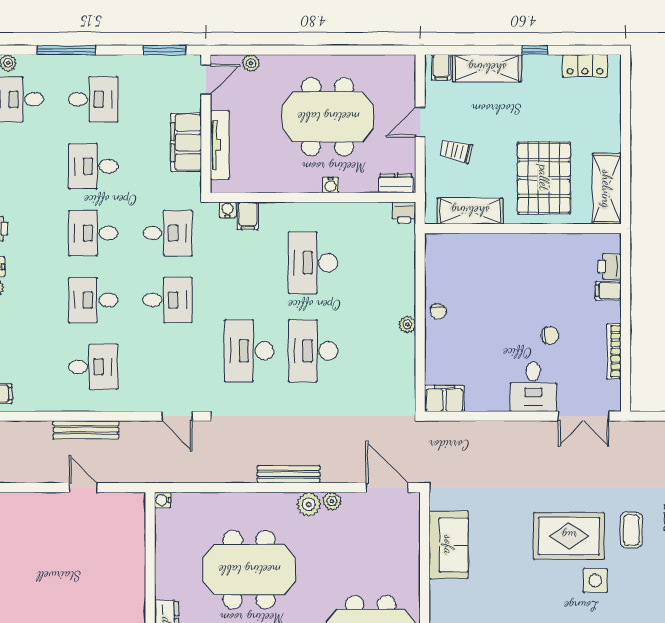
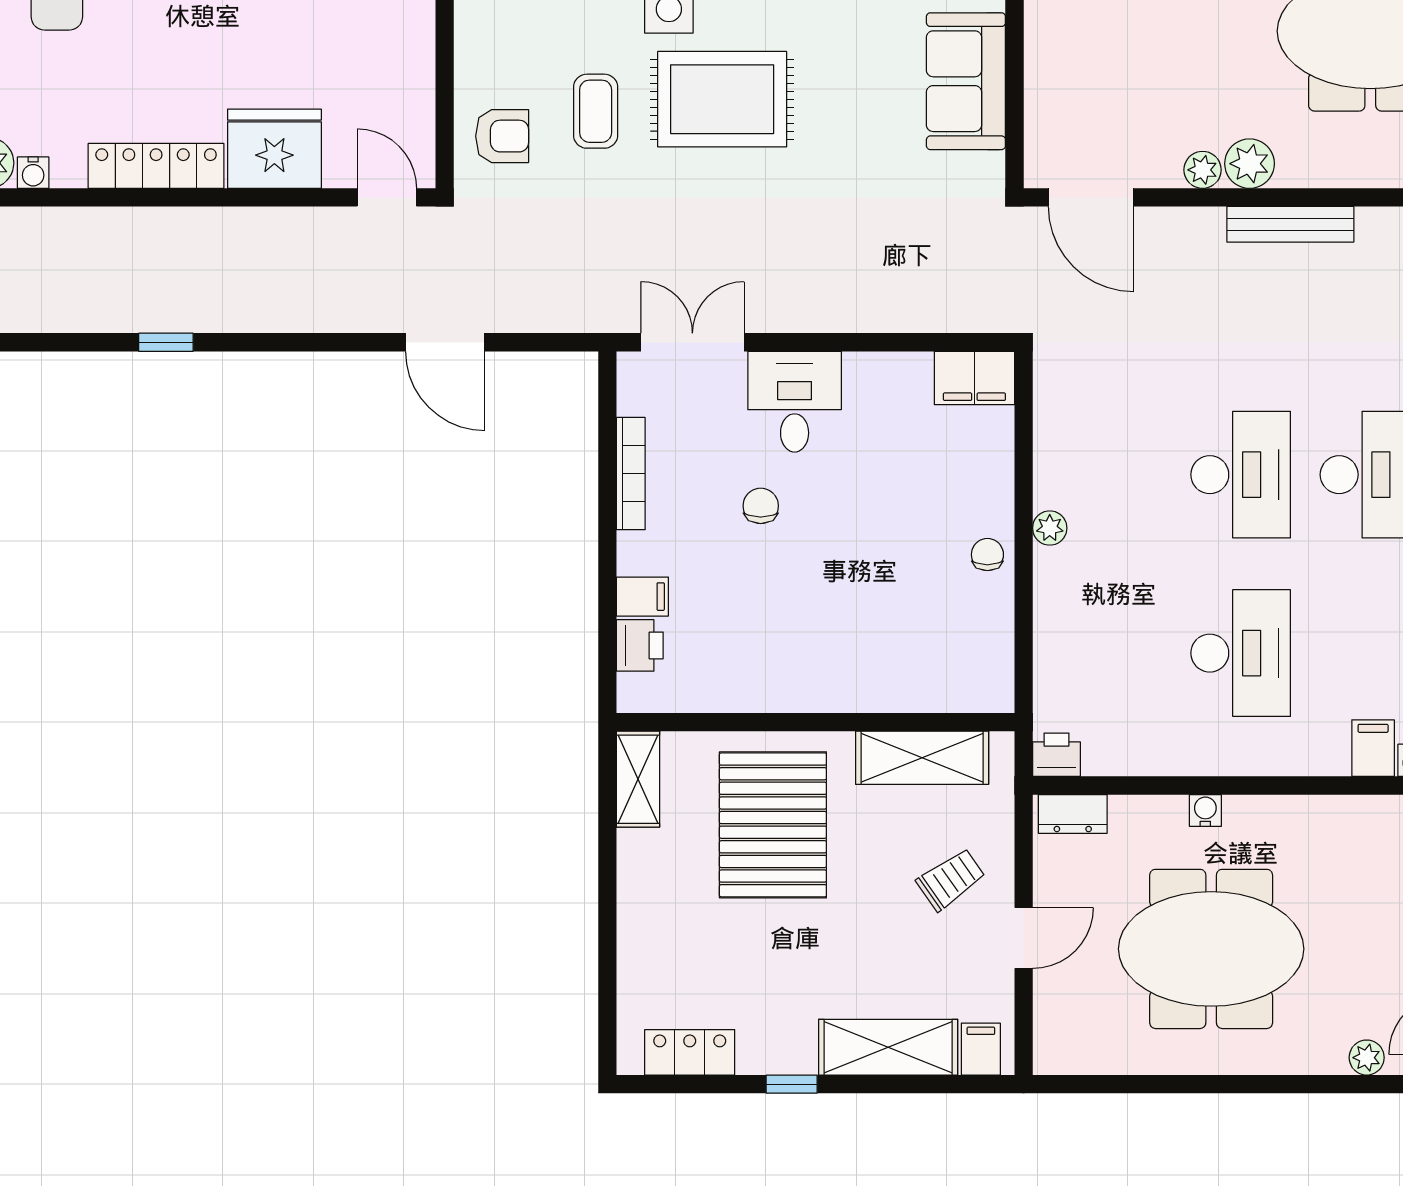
trolley: (456, 151) -> (951, 879), turned -48
shelving: (607, 189) -> (638, 779), width x0.67, depth x0.75
chair: (550, 335) -> (761, 506), turned 90

